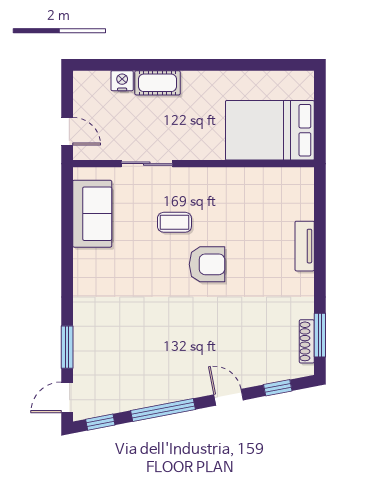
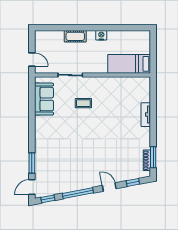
nightstand: (122, 81) -> (101, 35), moved
bed: (270, 130) -> (129, 64), width x0.67
armchair: (207, 264) -> (99, 123), removed

